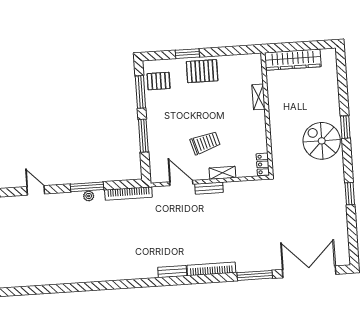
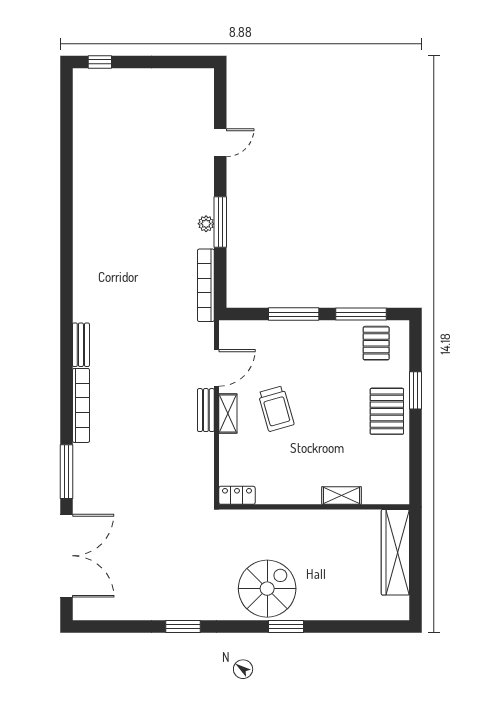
shelving: (222, 173) -> (228, 413), moved

